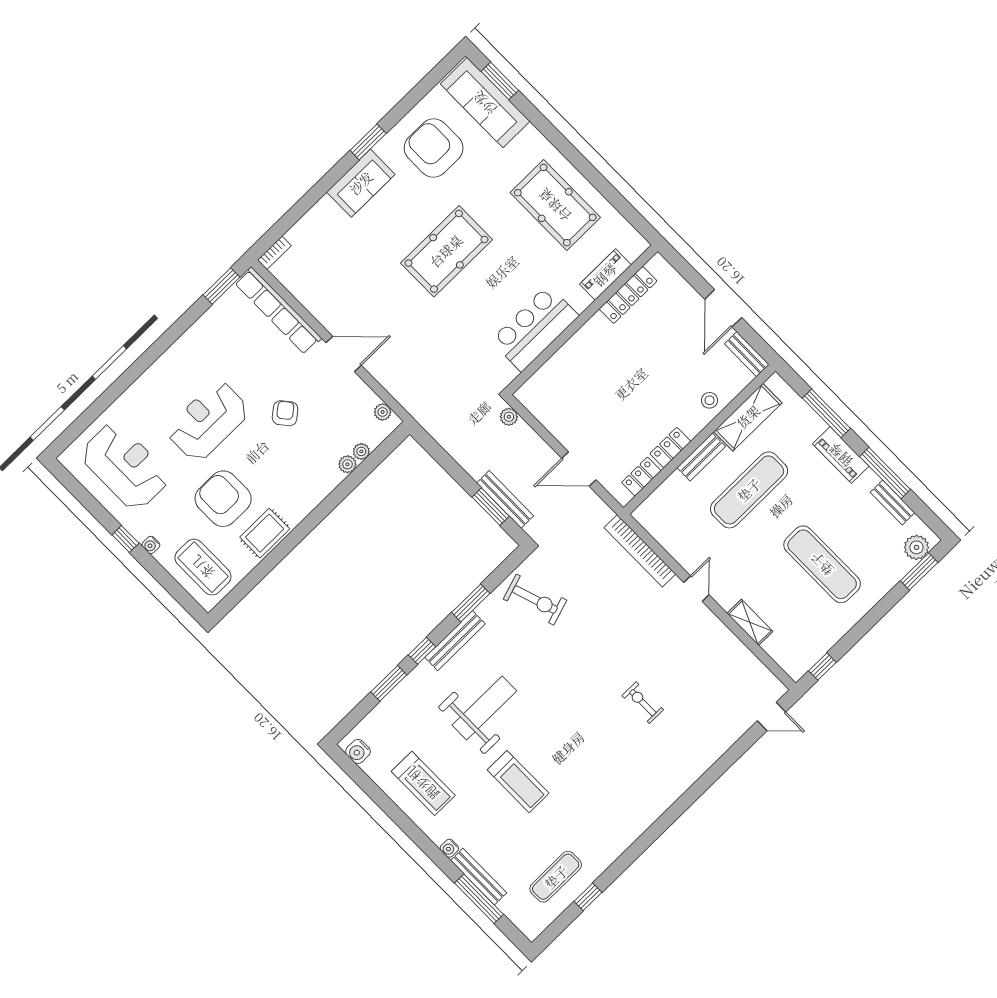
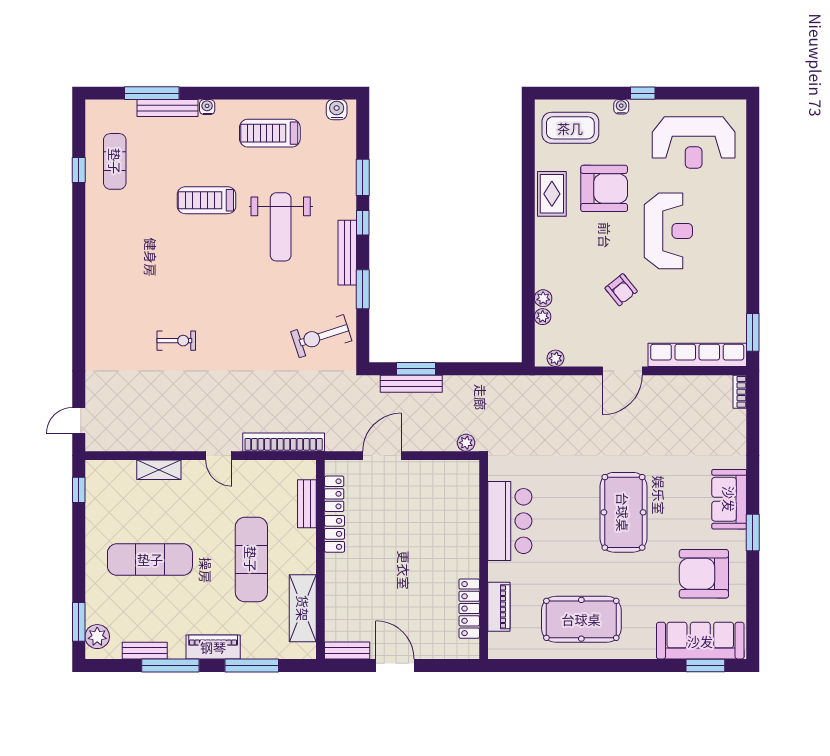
armchair: (434, 148) -> (704, 574), turned 180
stool: (710, 400) -> (341, 593), removed
bench: (701, 457) -> (307, 504), moved

